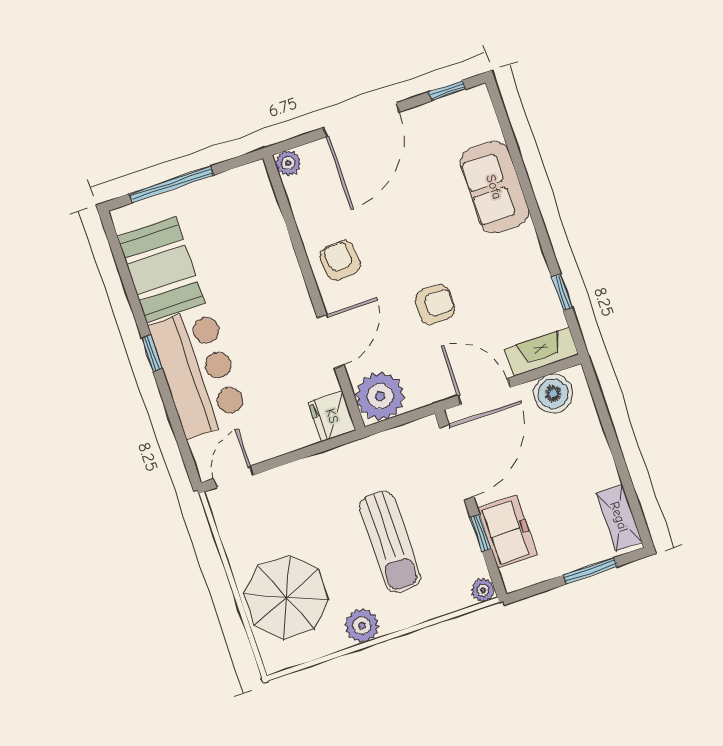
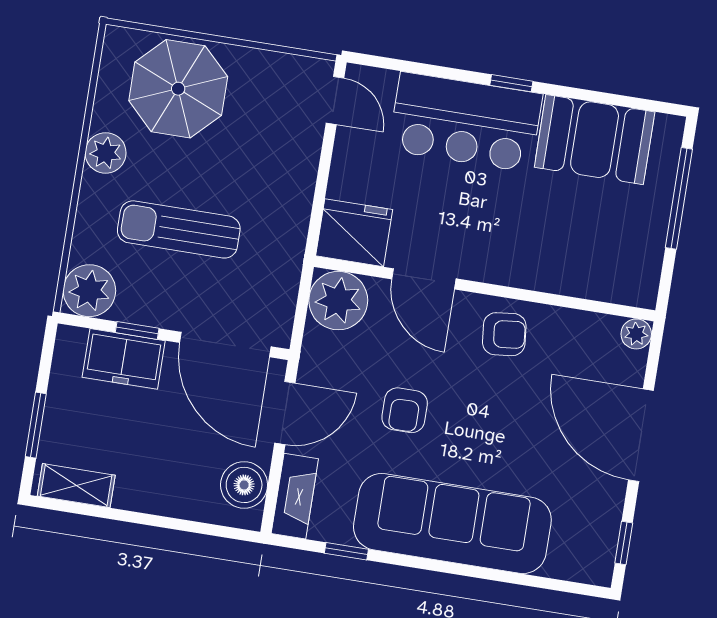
sofa: (494, 187) -> (452, 523), width x1.85, depth x1.27
fridge: (332, 416) -> (354, 233), width x1.36, depth x1.34
plant: (483, 590) -> (89, 291), width x1.87, depth x1.87

